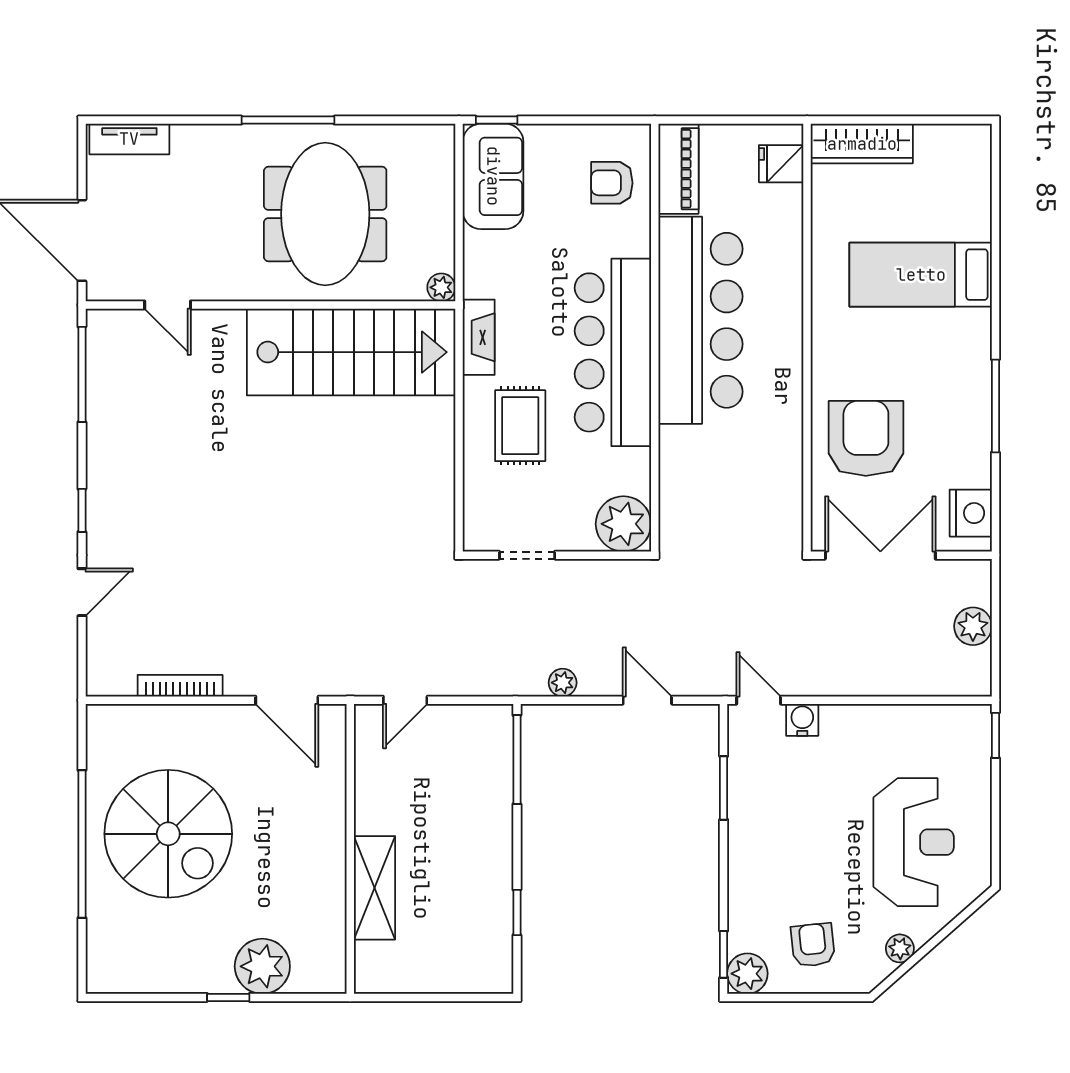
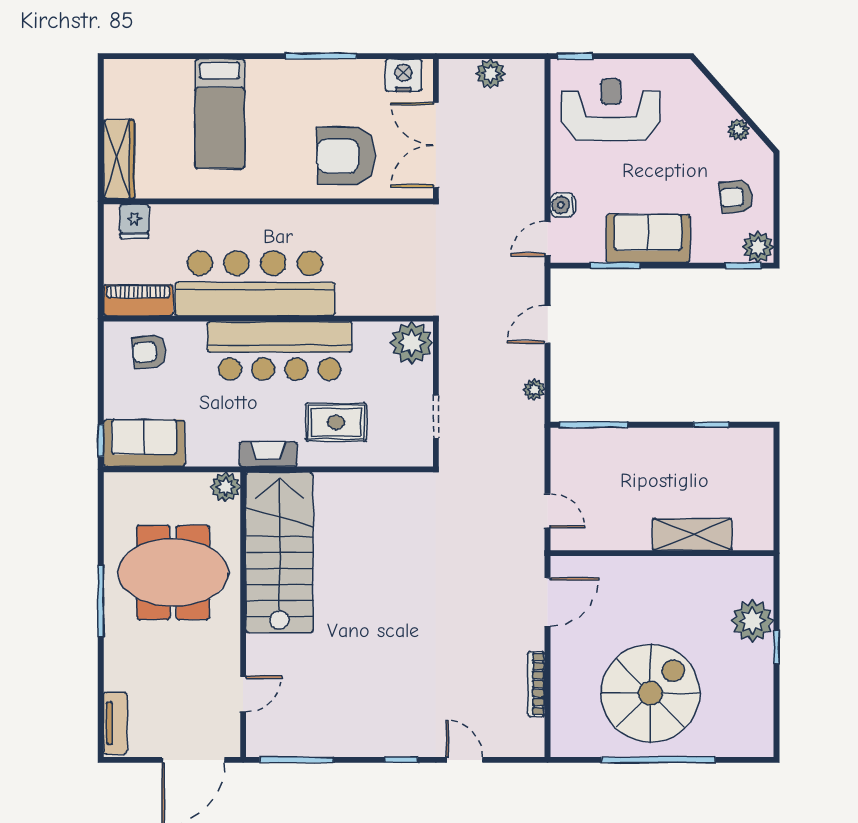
armchair: (612, 183) -> (149, 352), turned 84
plant: (441, 287) -> (226, 487), width x1.38, depth x1.38
sofa: (759, 831) -> (648, 239), added
reception desk: (914, 842) -> (611, 110), moved

